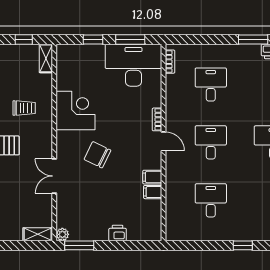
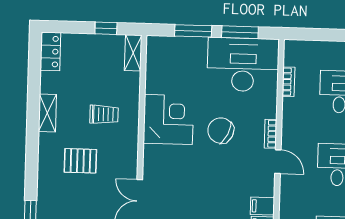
window: (93, 39) -> (193, 31), width x1.50
bookcase: (170, 62) -> (288, 82), moved
chair: (97, 155) -> (221, 131), moved

